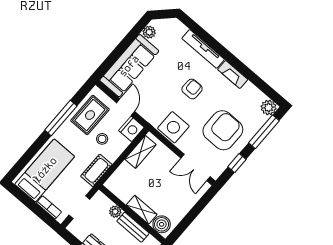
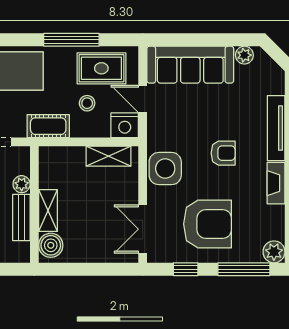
door: (126, 107) -> (143, 99), swing flipped

